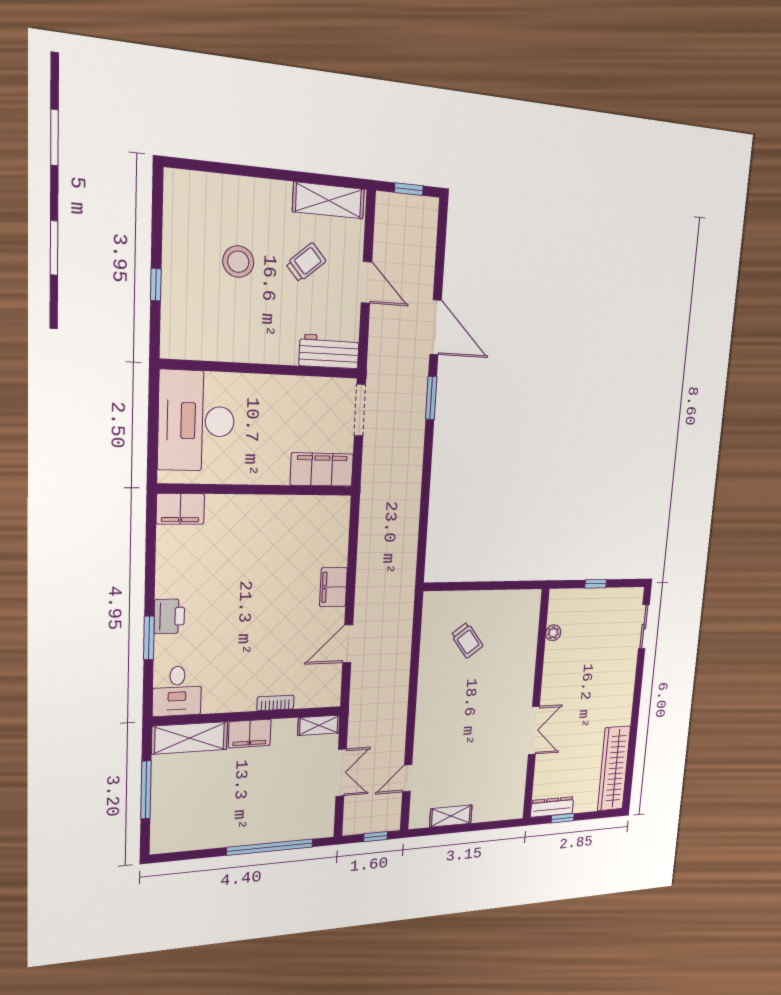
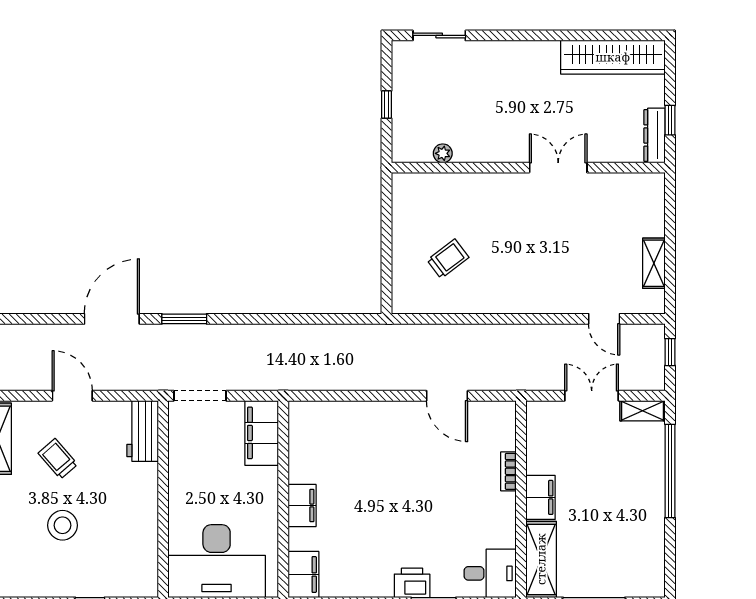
door: (366, 282) -> (72, 396), hinge flipped
filing cabinet: (333, 587) -> (302, 505), moved, turned -90
shelving: (319, 725) -> (643, 411), moved, turned 90

